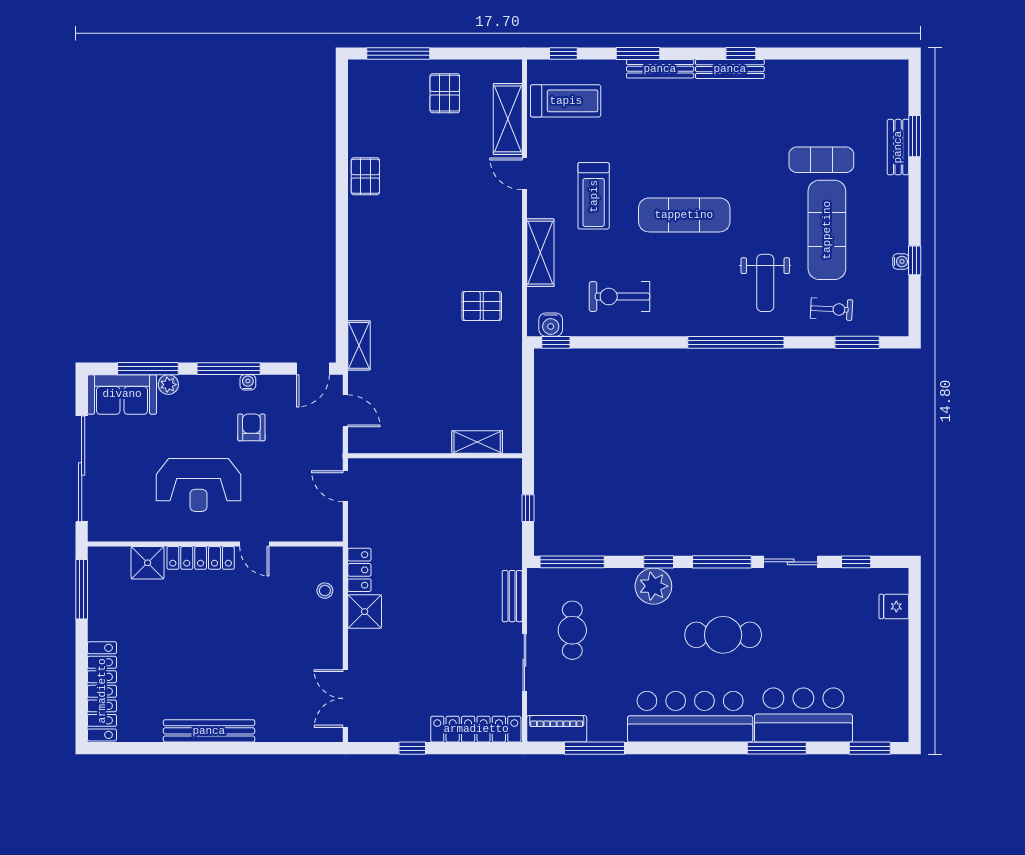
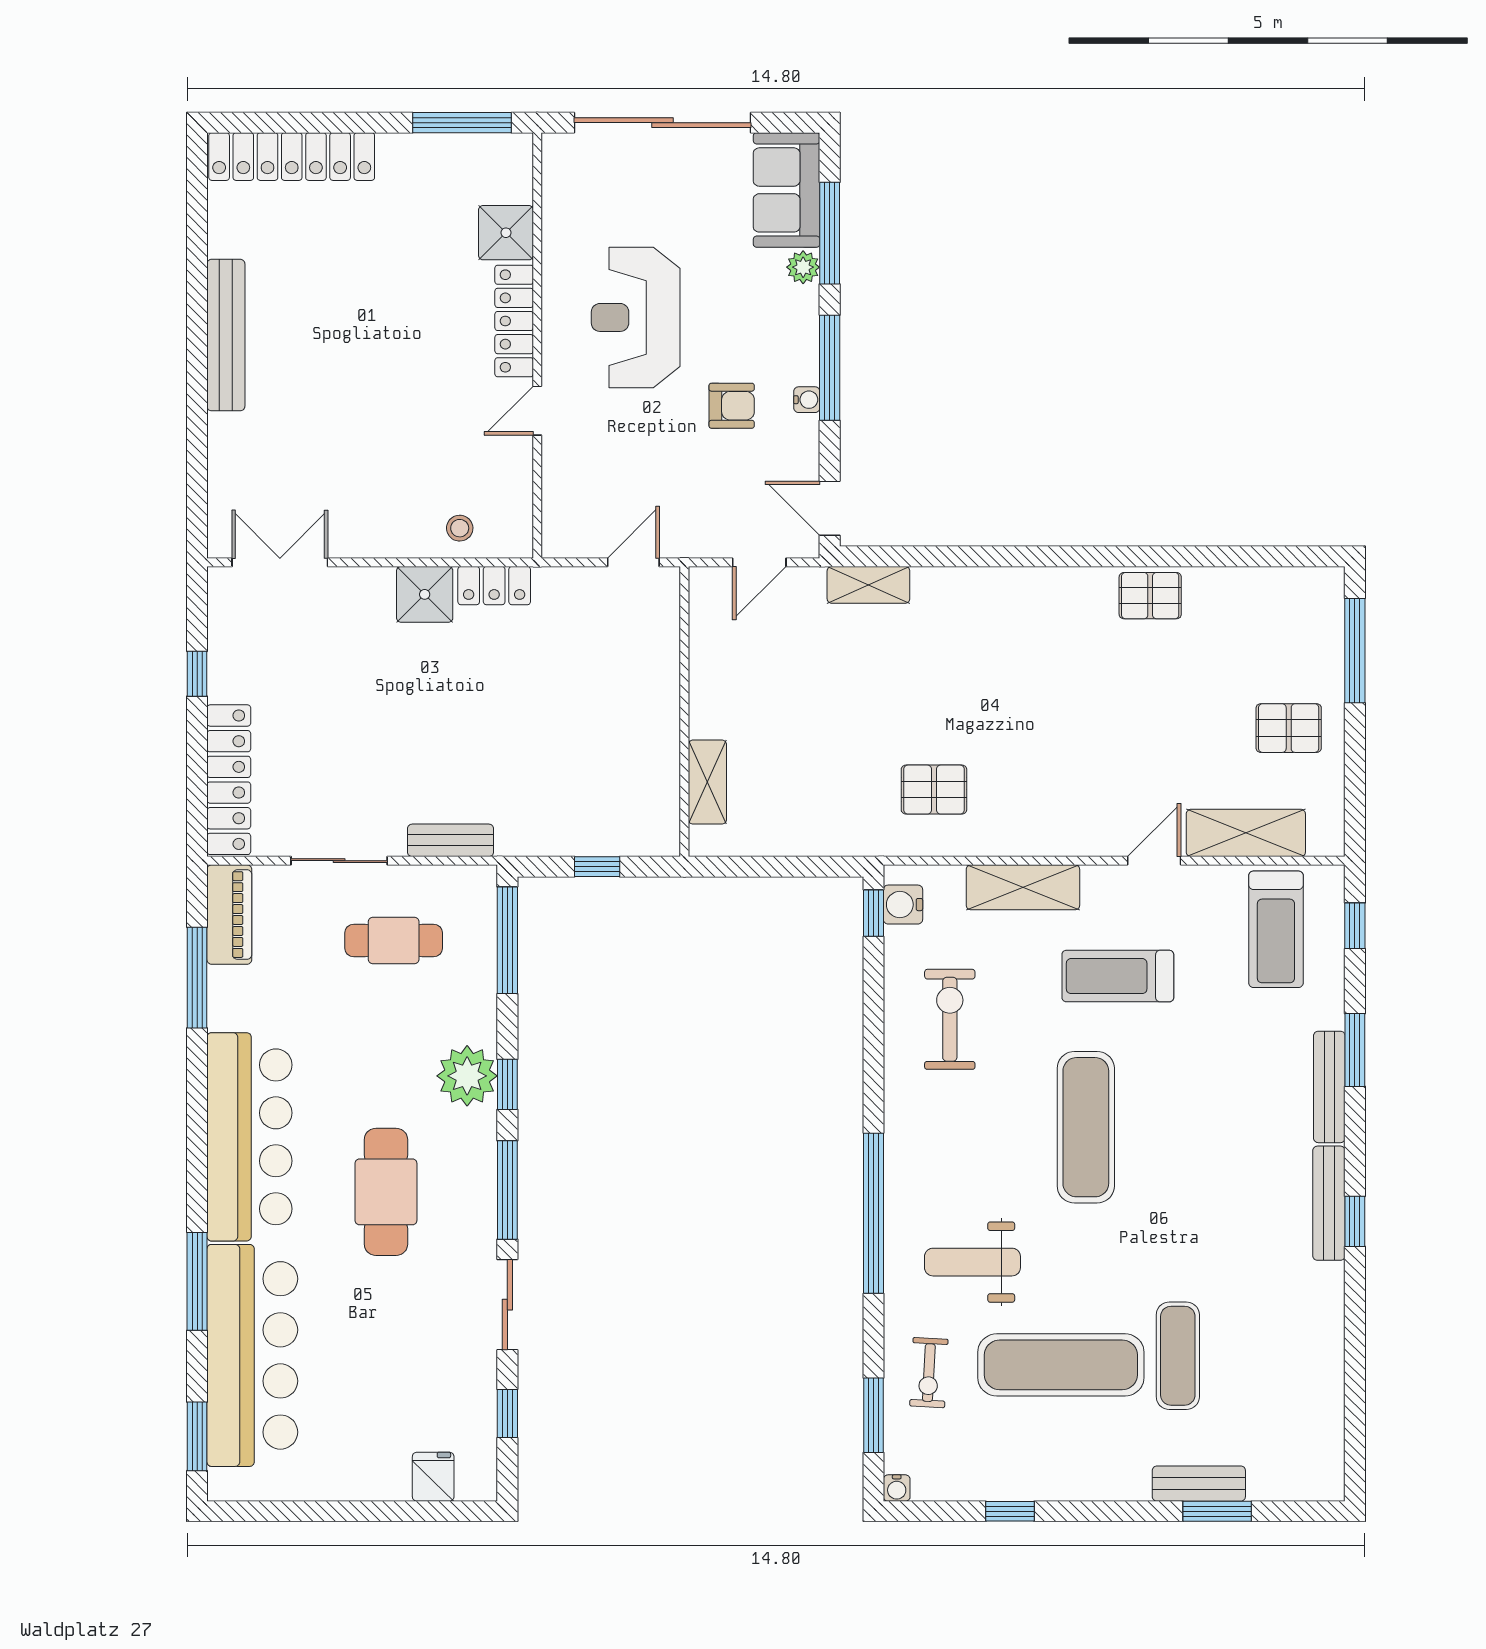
water cooler: (901, 261) -> (897, 1488), moved
pallet: (482, 306) -> (934, 790), turned 90
bar counter: (803, 715) -> (252, 1355), width x1.36

